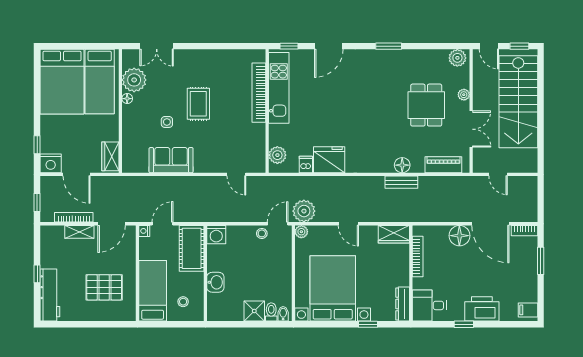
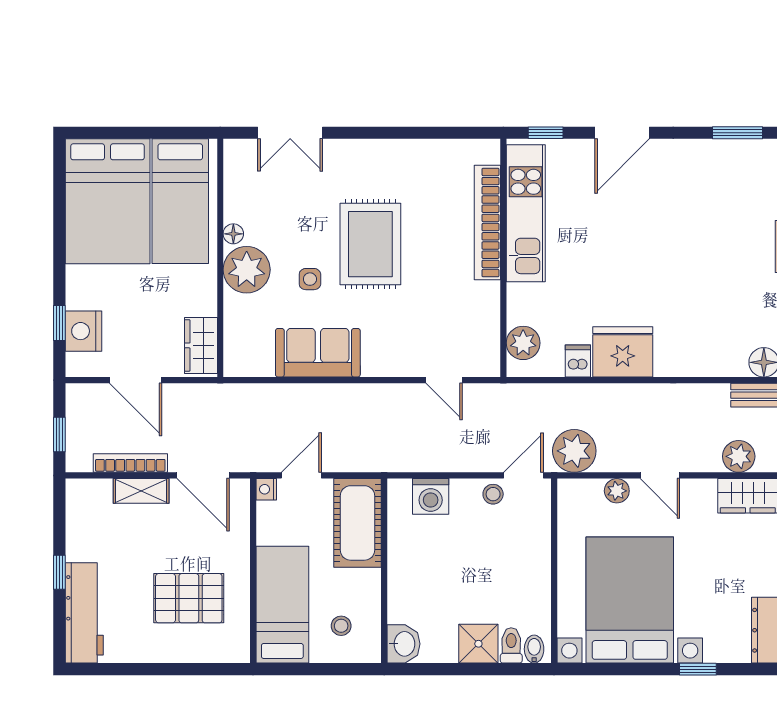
plant: (134, 80) -> (247, 270), moved
rug: (198, 104) -> (370, 244), width x1.36, depth x1.43
nightstand: (51, 163) -> (83, 331), moved, turned 90
plant: (389, 214) -> (739, 456), added
door: (112, 224) -> (203, 475), hinge flipped
plant: (301, 232) -> (617, 491), moved
washing machine: (216, 235) -> (431, 496), moved
washbasin: (215, 282) -> (404, 644), moved

